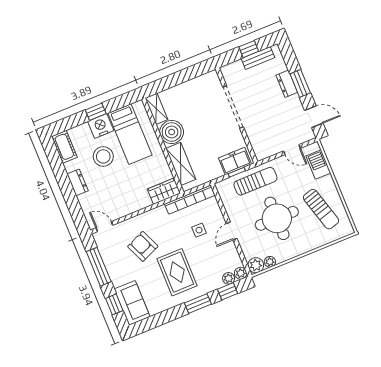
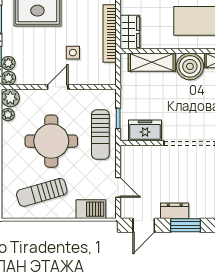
dresser: (287, 84) -> (175, 211), moved
door: (292, 150) -> (118, 187), swing flipped
freezer: (235, 161) -> (145, 130), moved, turned -90
bookcase: (190, 200) -> (110, 34), moved
door: (232, 231) -> (58, 87), hinge flipped

